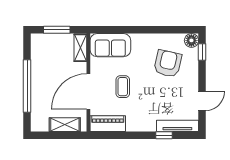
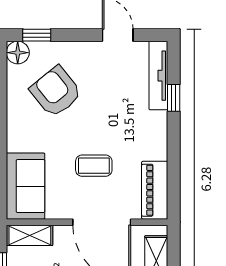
armchair: (168, 64) -> (56, 92), turned 38

